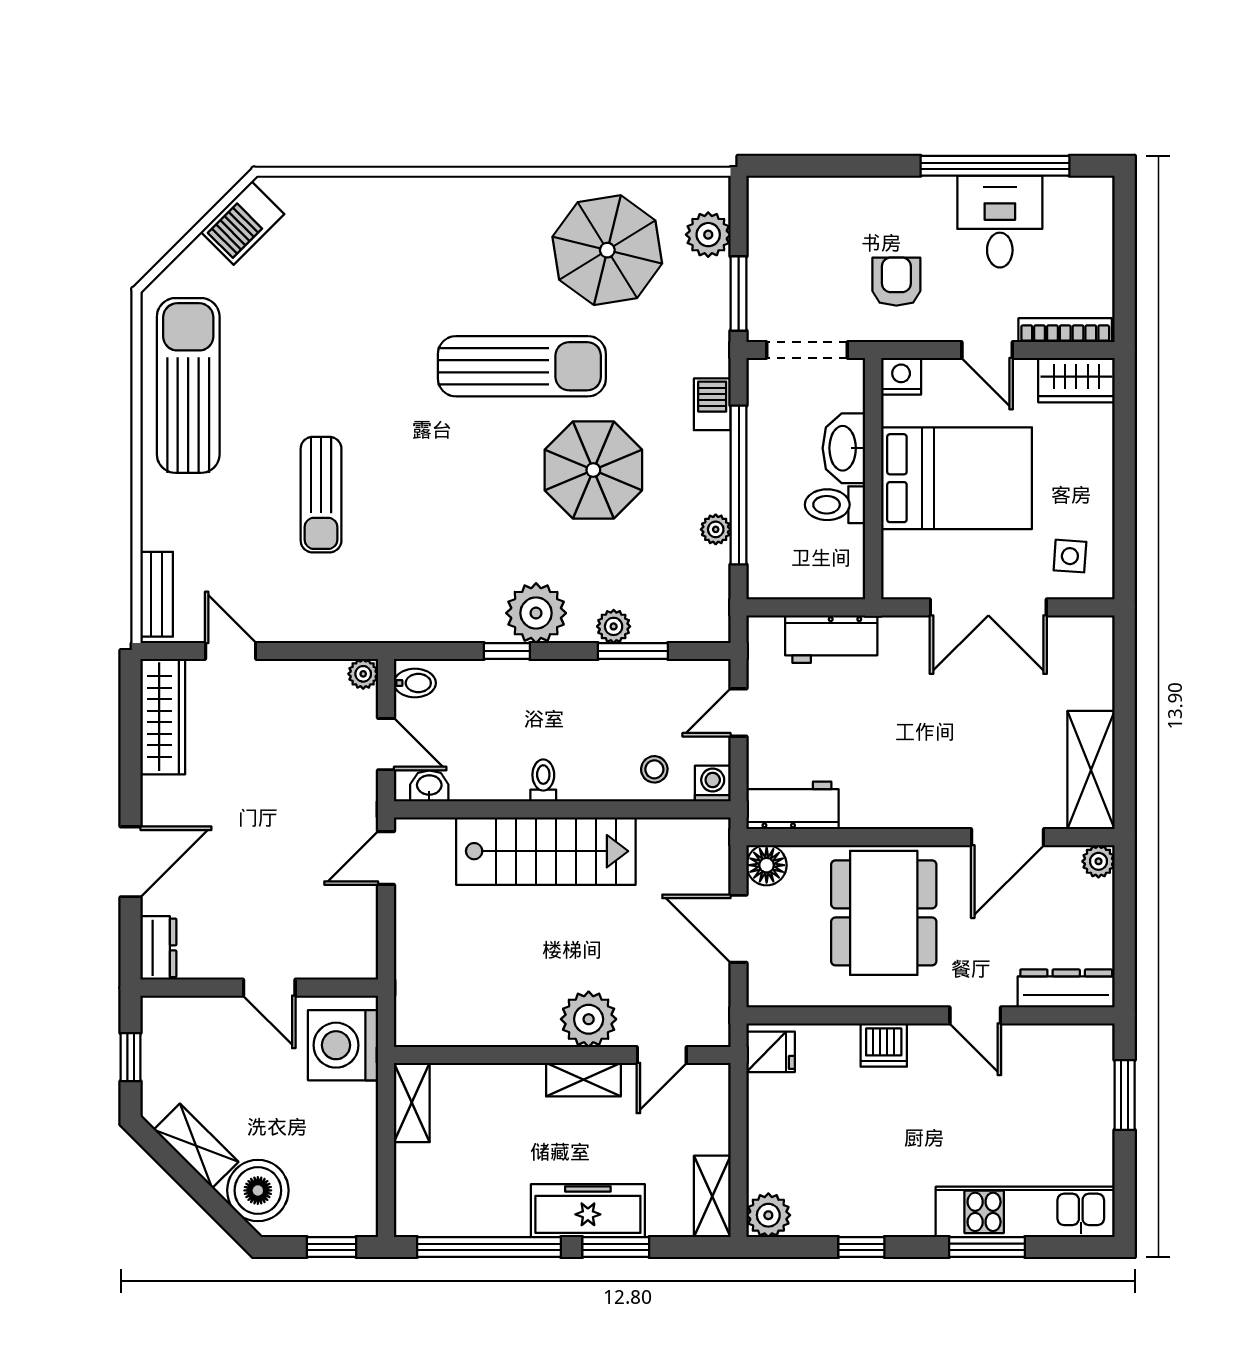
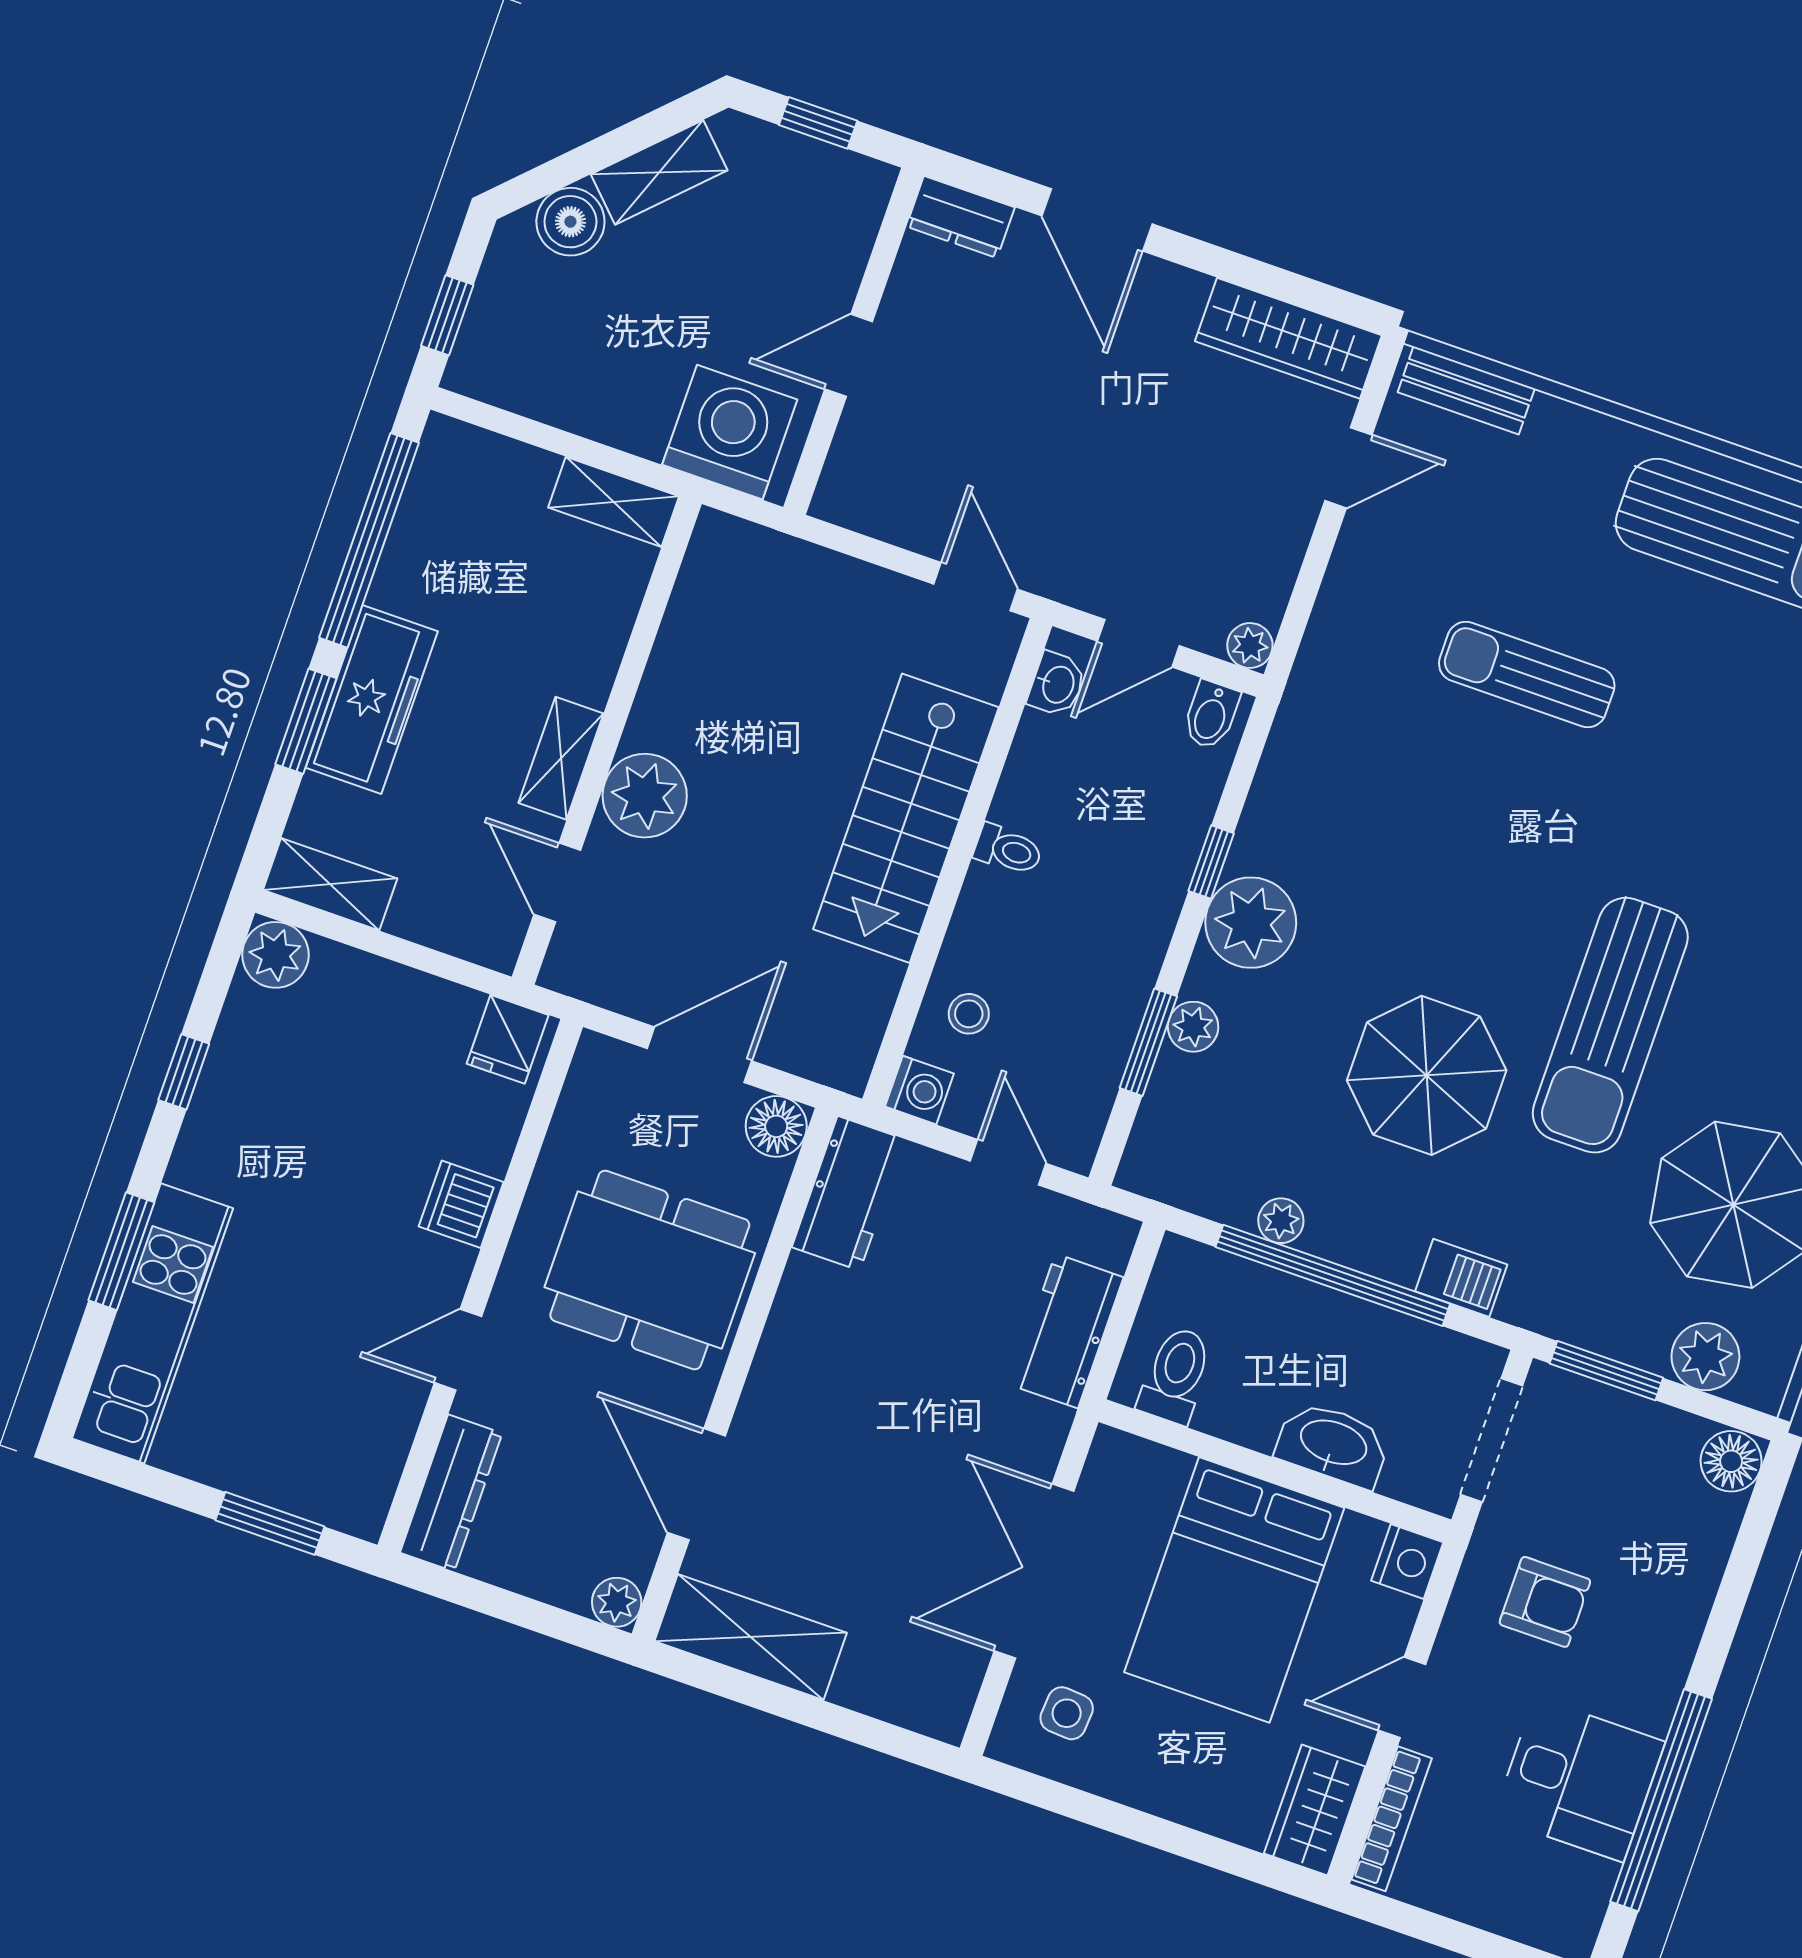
floor lamp: (768, 196) -> (1731, 1461), added
toilet: (835, 505) -> (1176, 1375), moved
boiler: (258, 1190) -> (570, 222), width x0.73, depth x0.73

